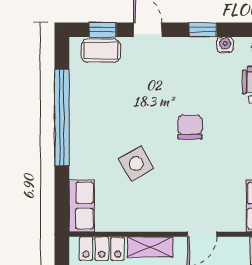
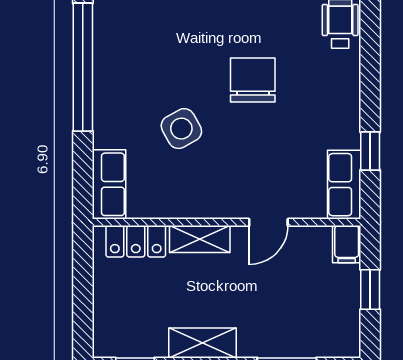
chair: (190, 127) -> (253, 80), width x1.37, depth x1.37

